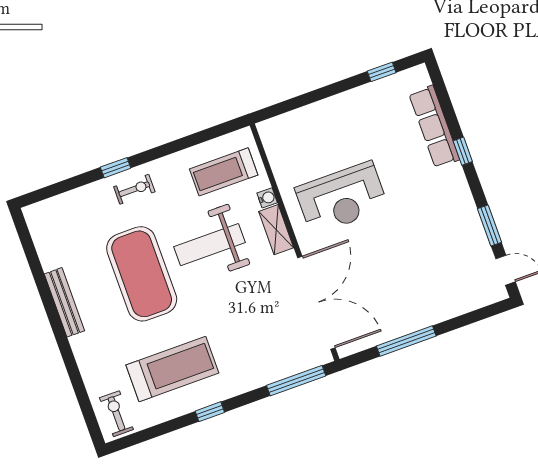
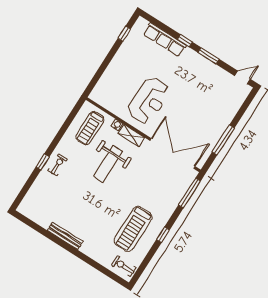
window: (490, 225) -> (209, 56), moved
exercise mat: (142, 274) -> (89, 198), removed
treadmill: (172, 369) -> (133, 229), turned 180

